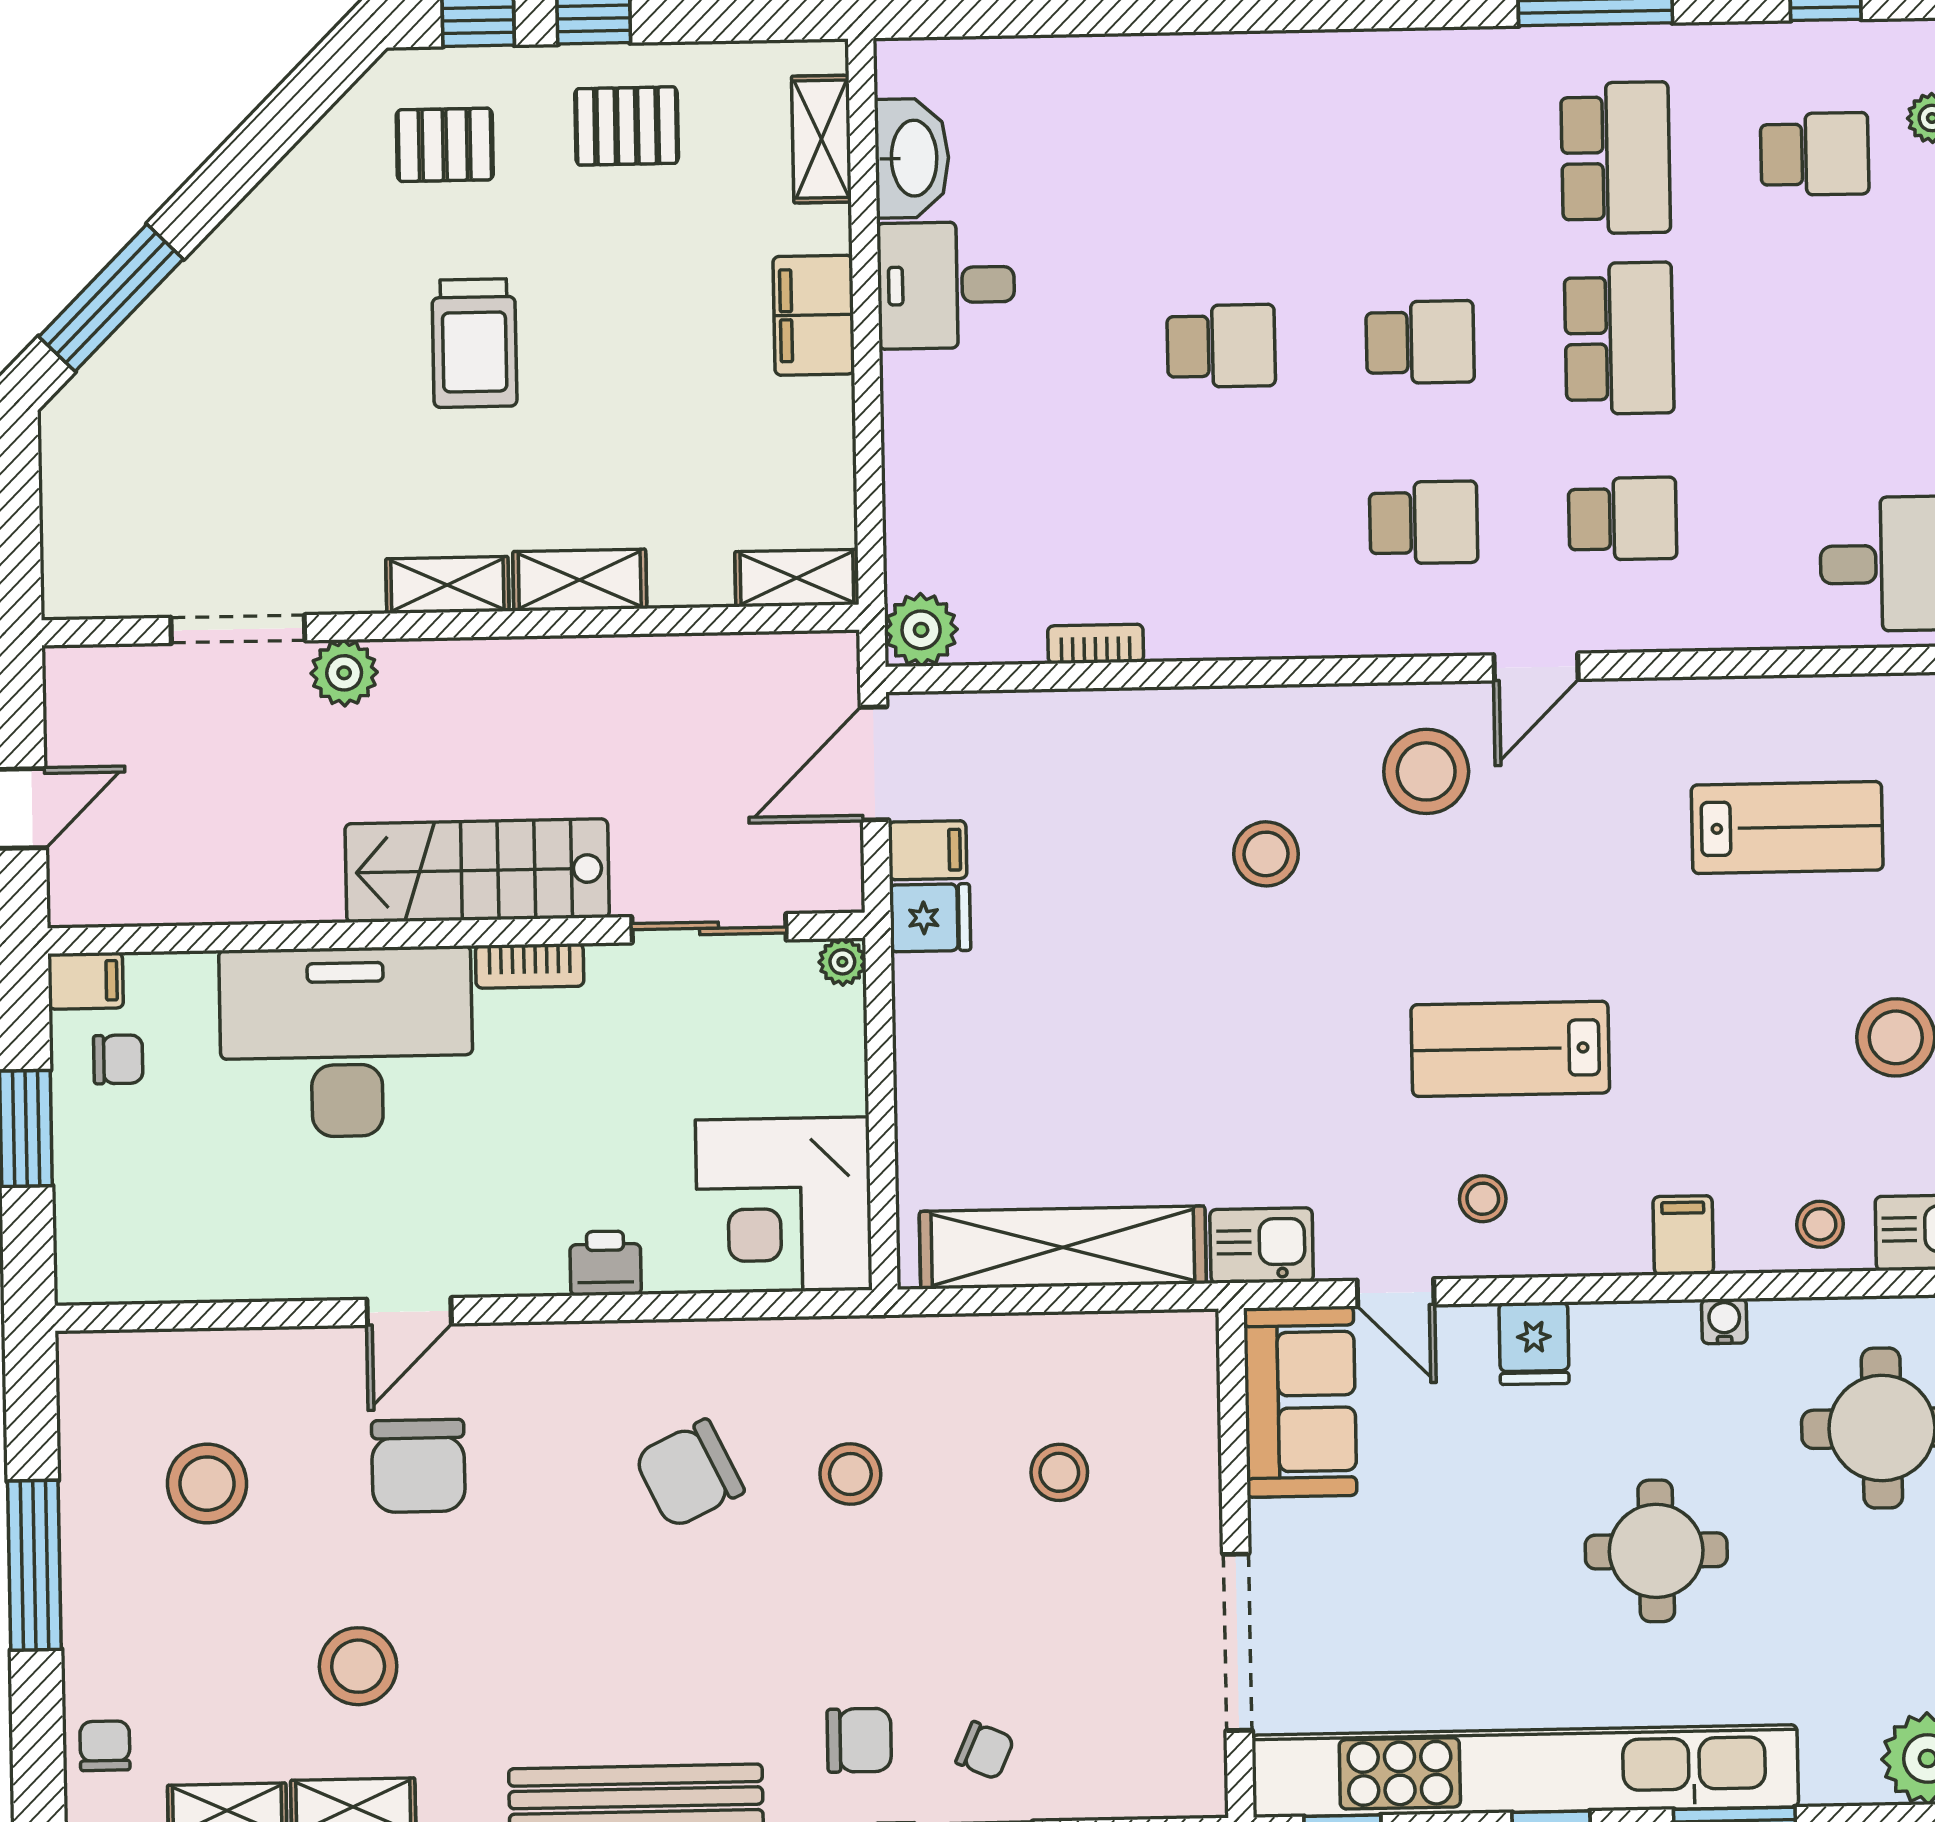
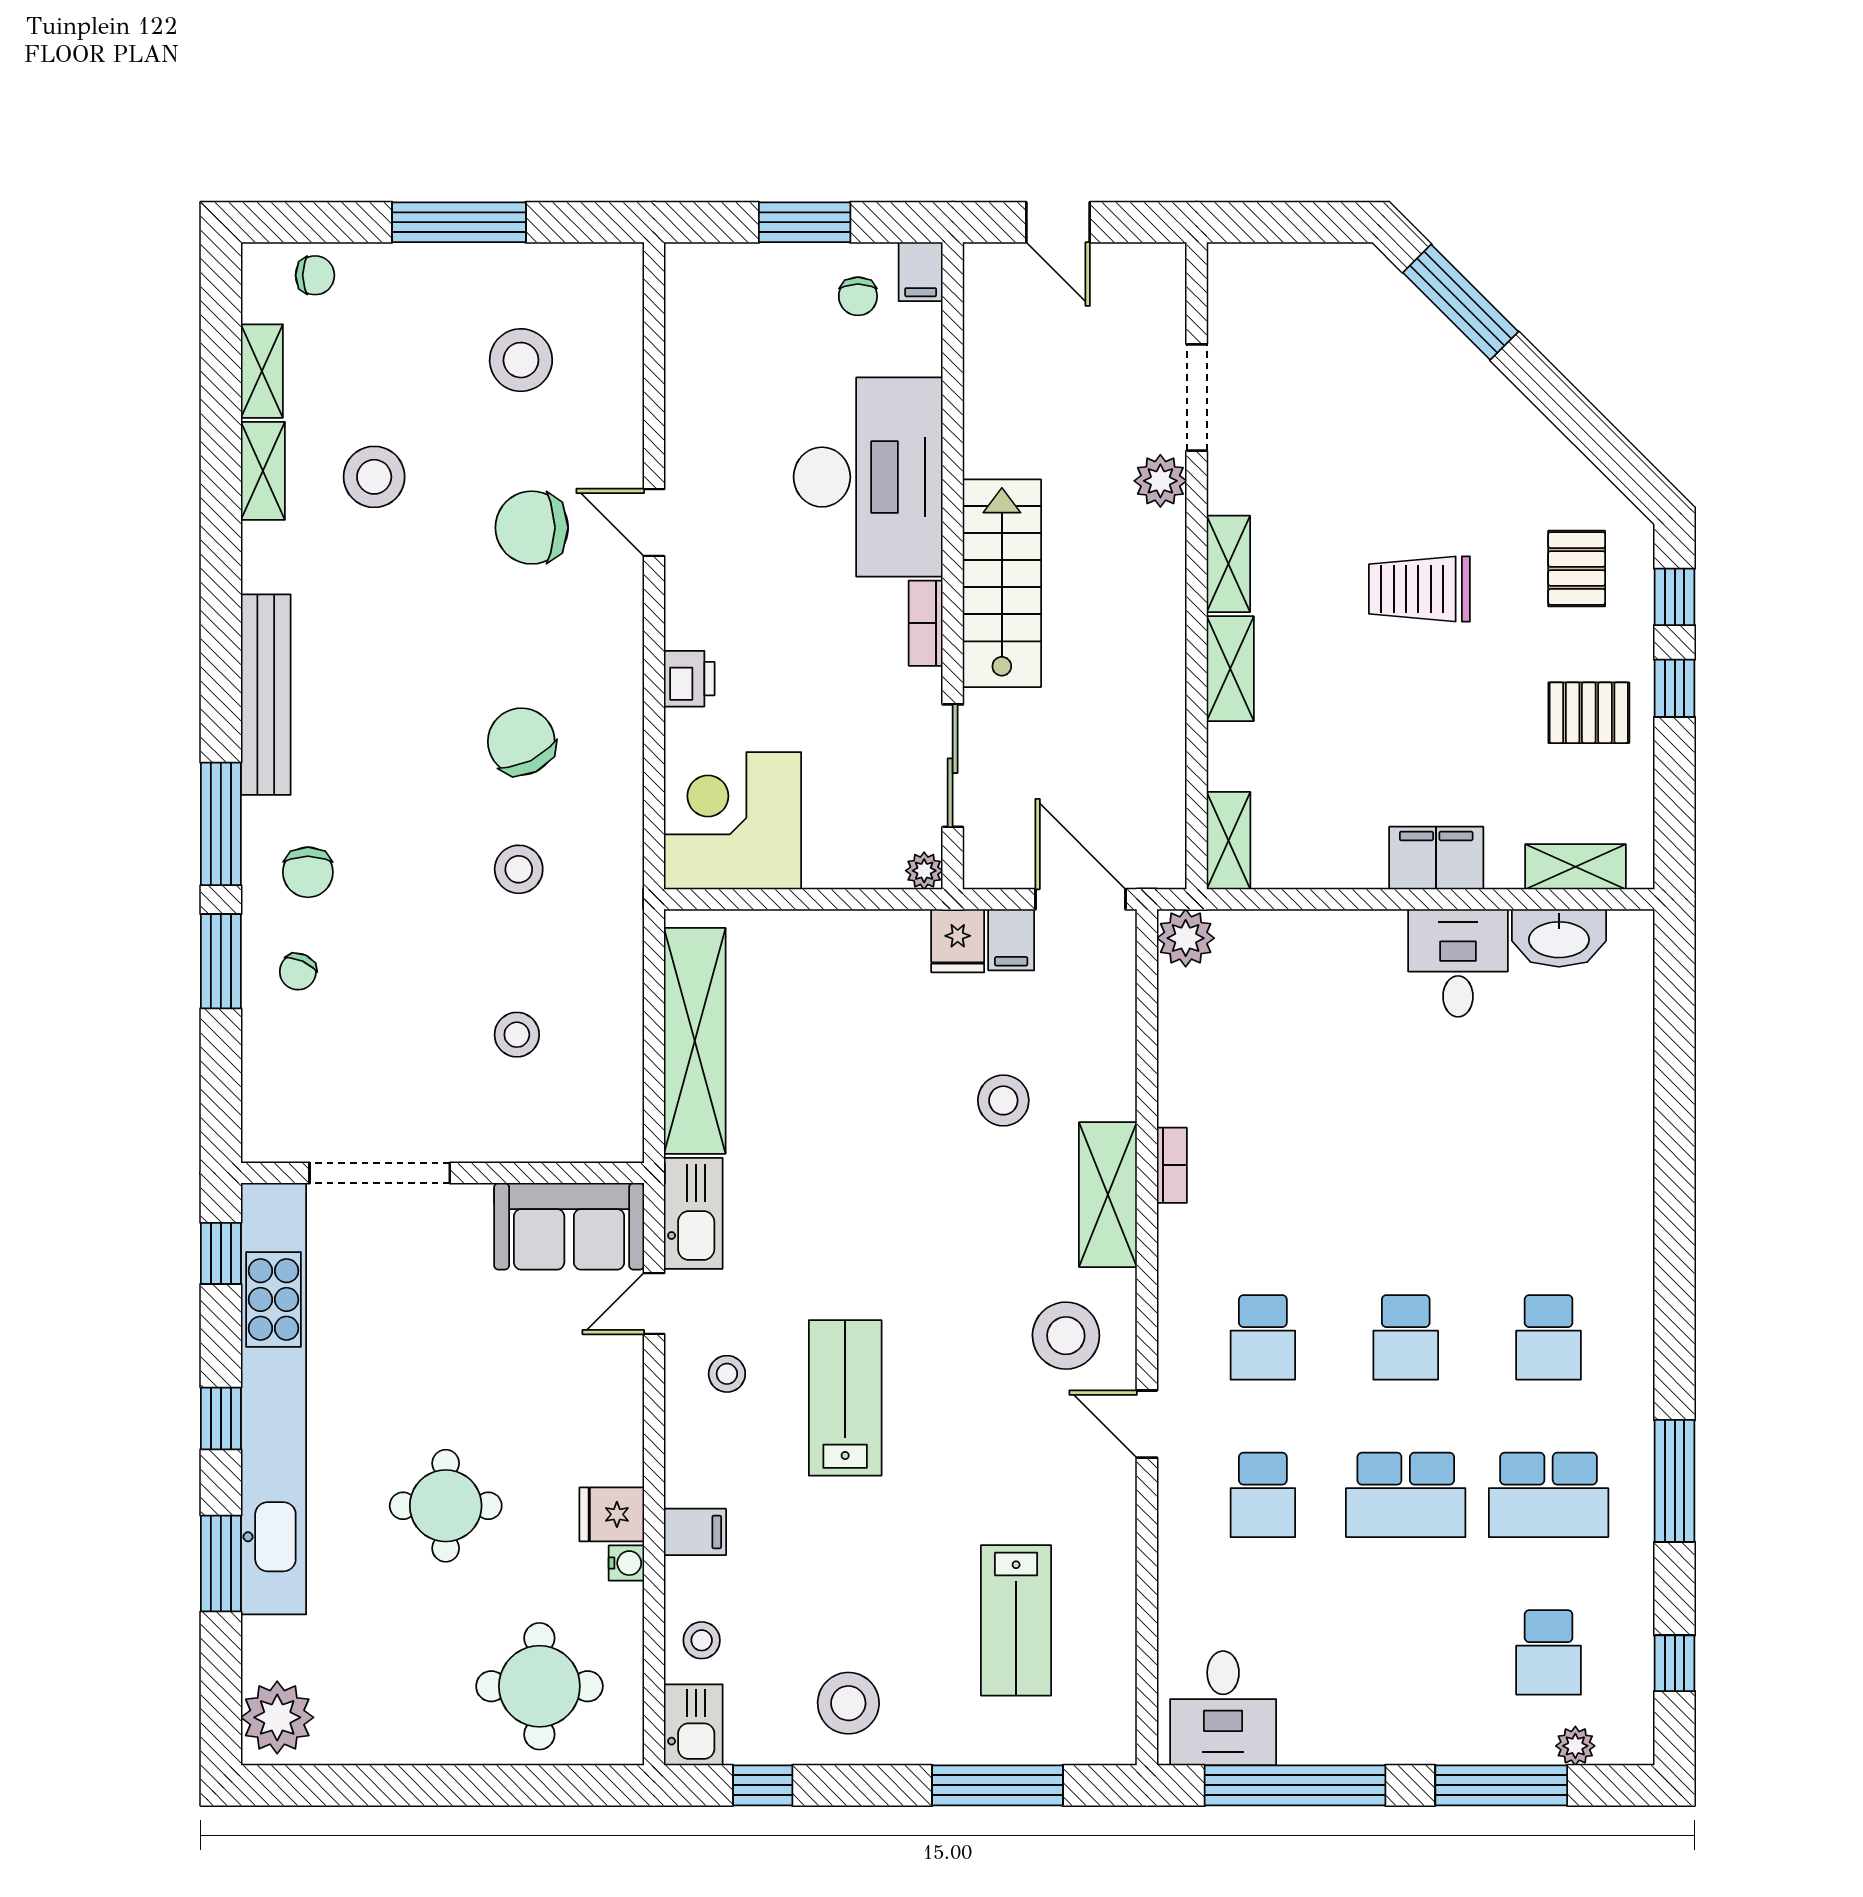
pallet: (627, 126) -> (1589, 713), turned 90
school desk: (1221, 346) -> (1549, 1337), moved
bookcase: (1096, 644) -> (1172, 1165), moved
shelving: (1247, 722) -> (1108, 1195), added
stool: (1266, 854) -> (1003, 1100), moved
kitchen sink: (1262, 1246) -> (693, 1213), width x1.38
fridge: (1534, 1343) -> (612, 1514), moved

